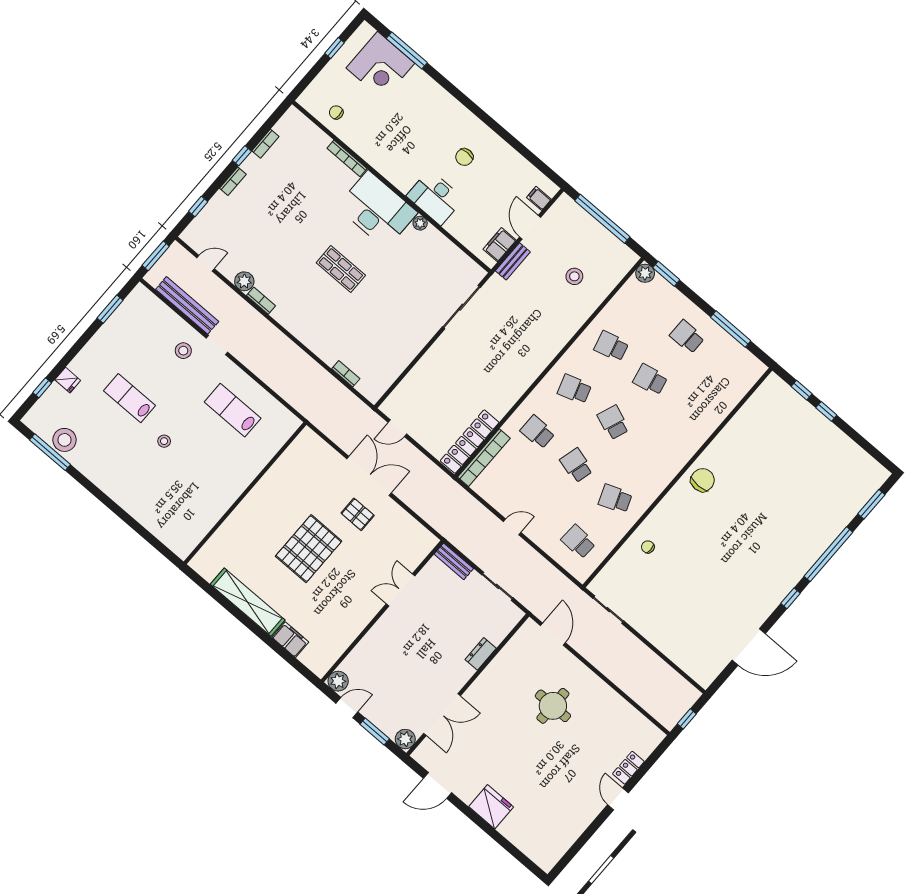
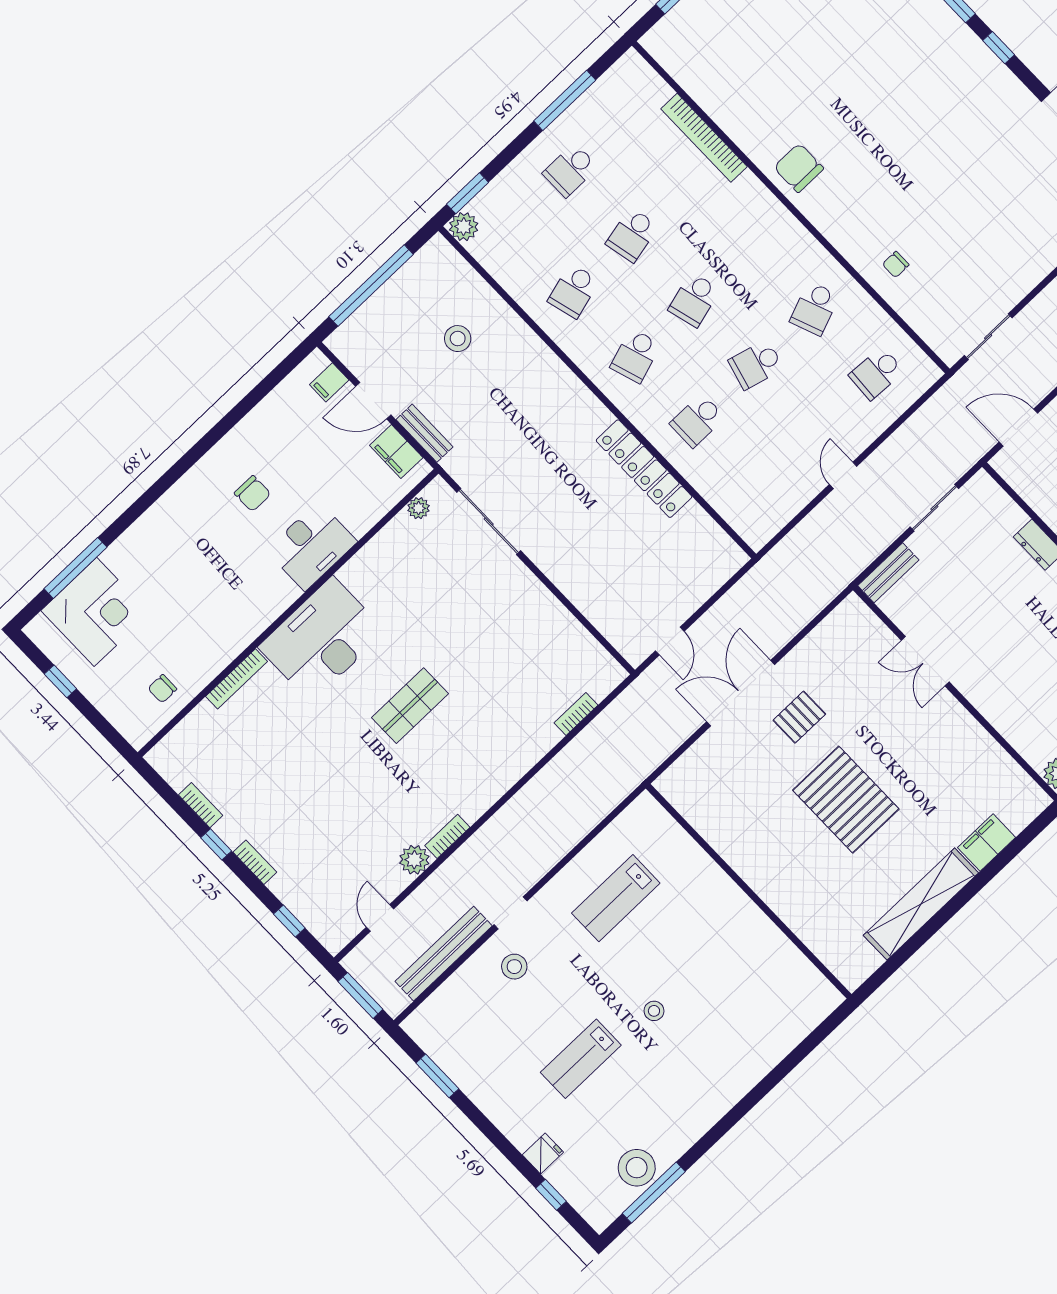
plant: (420, 223) -> (418, 508), moved
school desk: (613, 422) -> (694, 300), turned -36
locker: (470, 442) -> (644, 469), moved
bookcase: (484, 458) -> (704, 138), moved, turned 180

